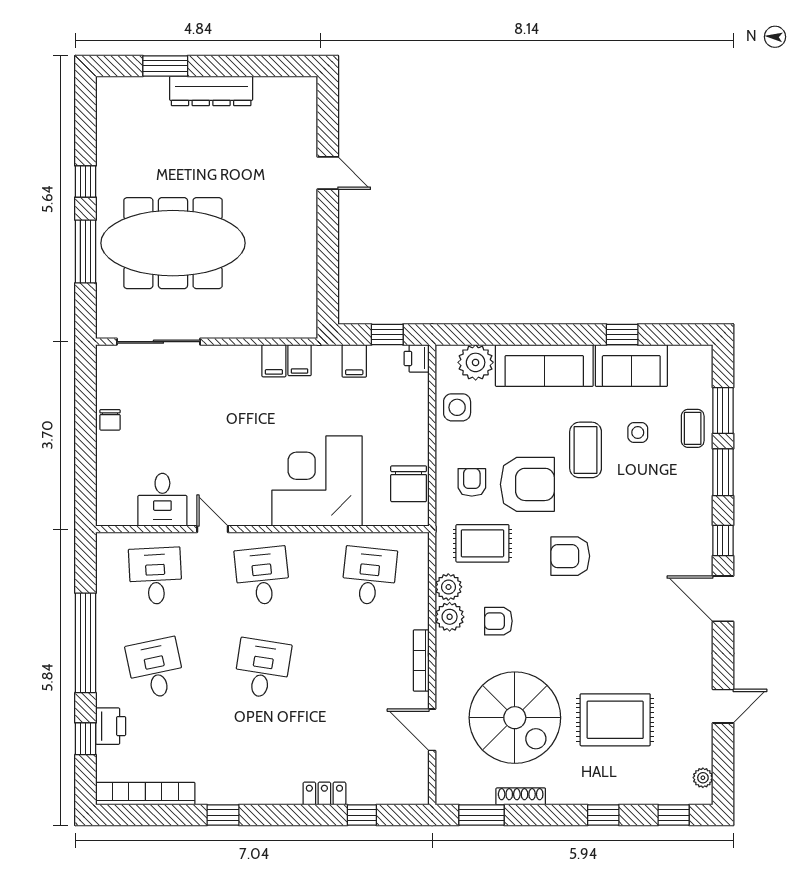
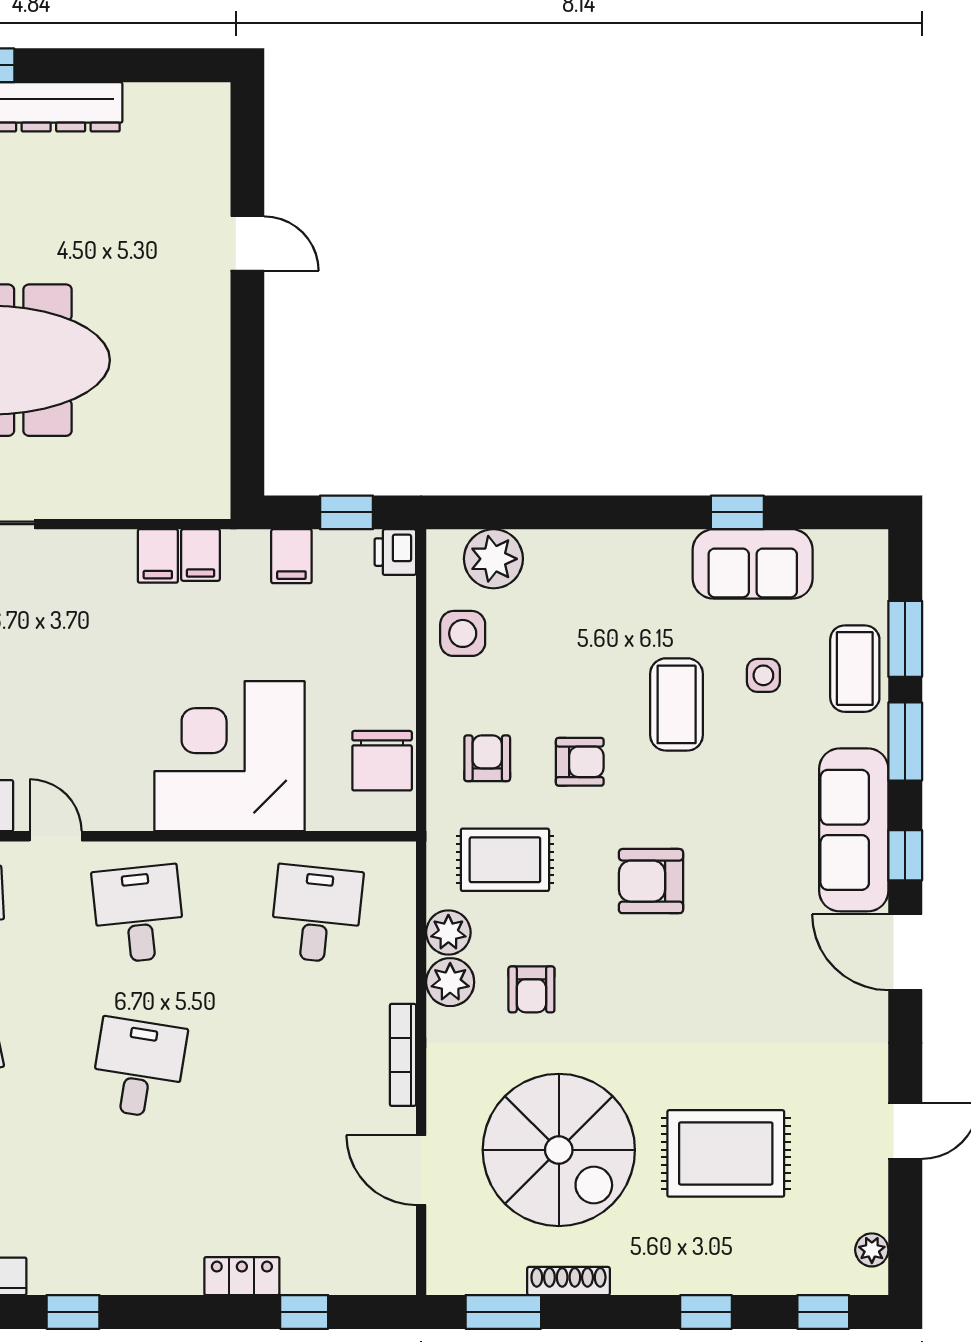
sofa: (544, 366) -> (854, 830), moved, turned 90
coffee table: (693, 428) -> (855, 669), width x1.36, depth x1.30
armchair: (527, 484) -> (580, 762), width x0.53, depth x0.53
armchair: (498, 621) -> (531, 989), turned -90

